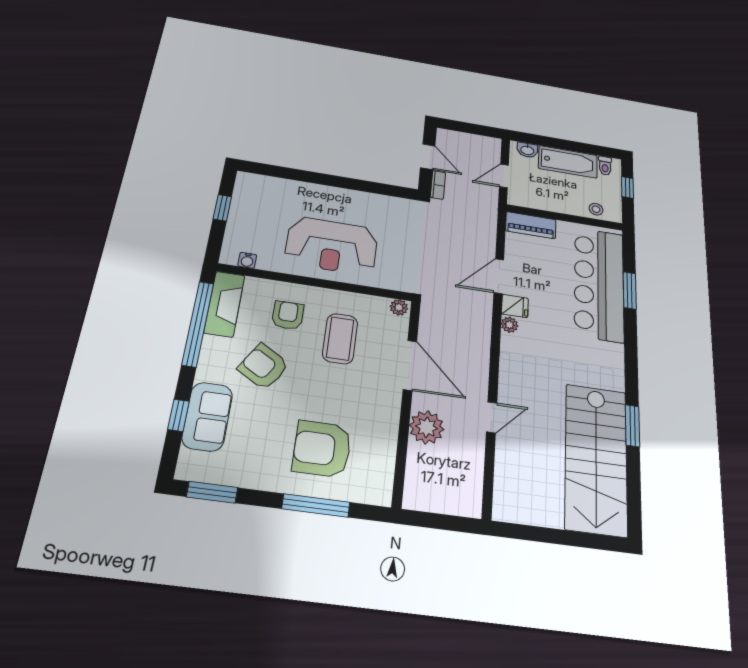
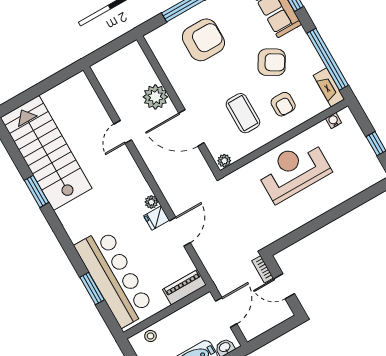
door: (504, 176) -> (226, 312), width x1.37
fireplace: (224, 304) -> (329, 87), width x0.73, depth x0.76

